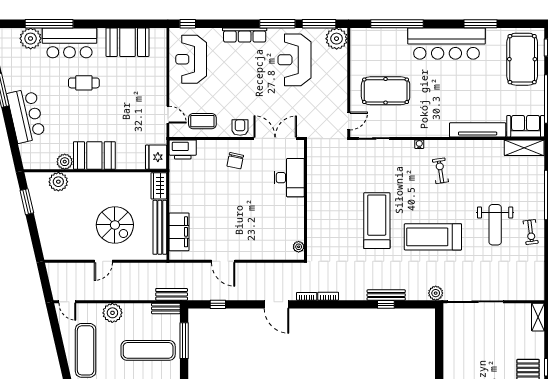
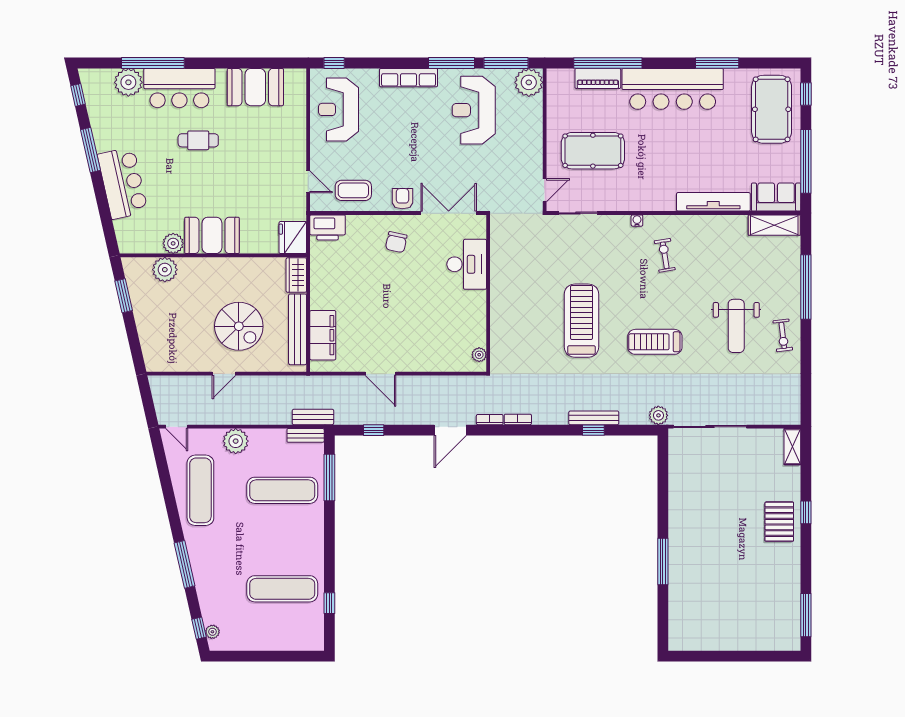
piano: (389, 36) -> (598, 78), added
treadmill: (433, 237) -> (655, 342), width x0.73, depth x0.73
door: (277, 304) -> (450, 430), hinge flipped

